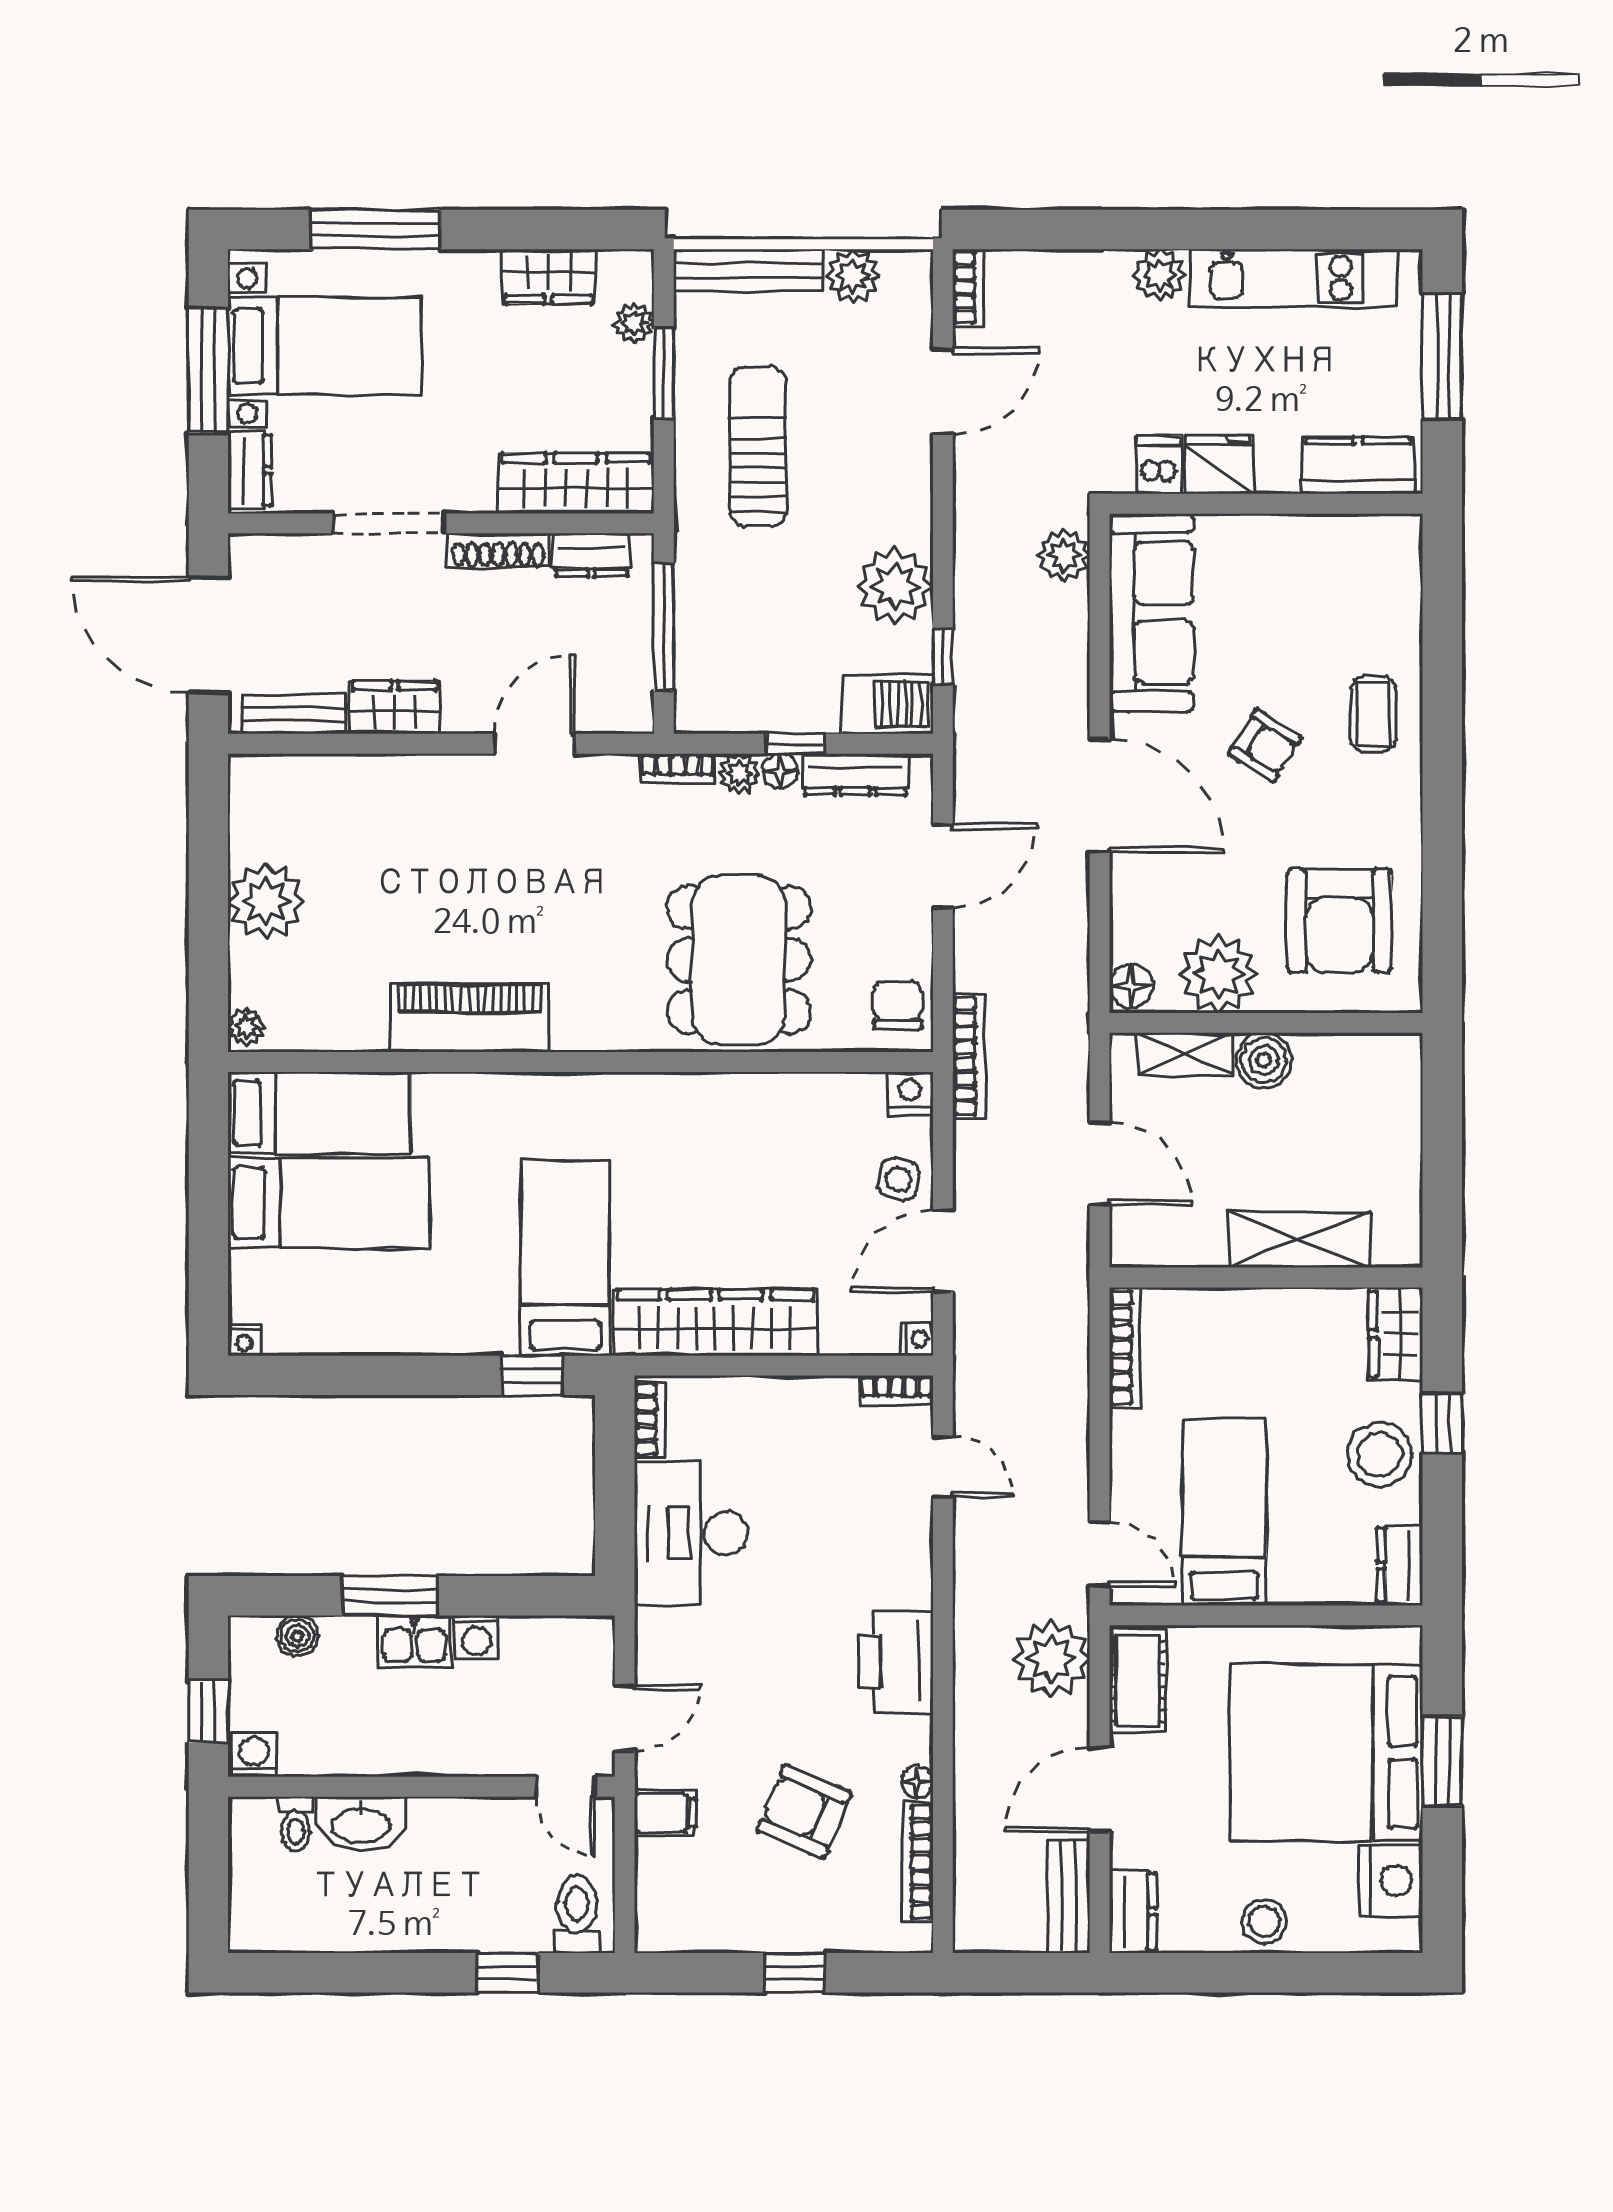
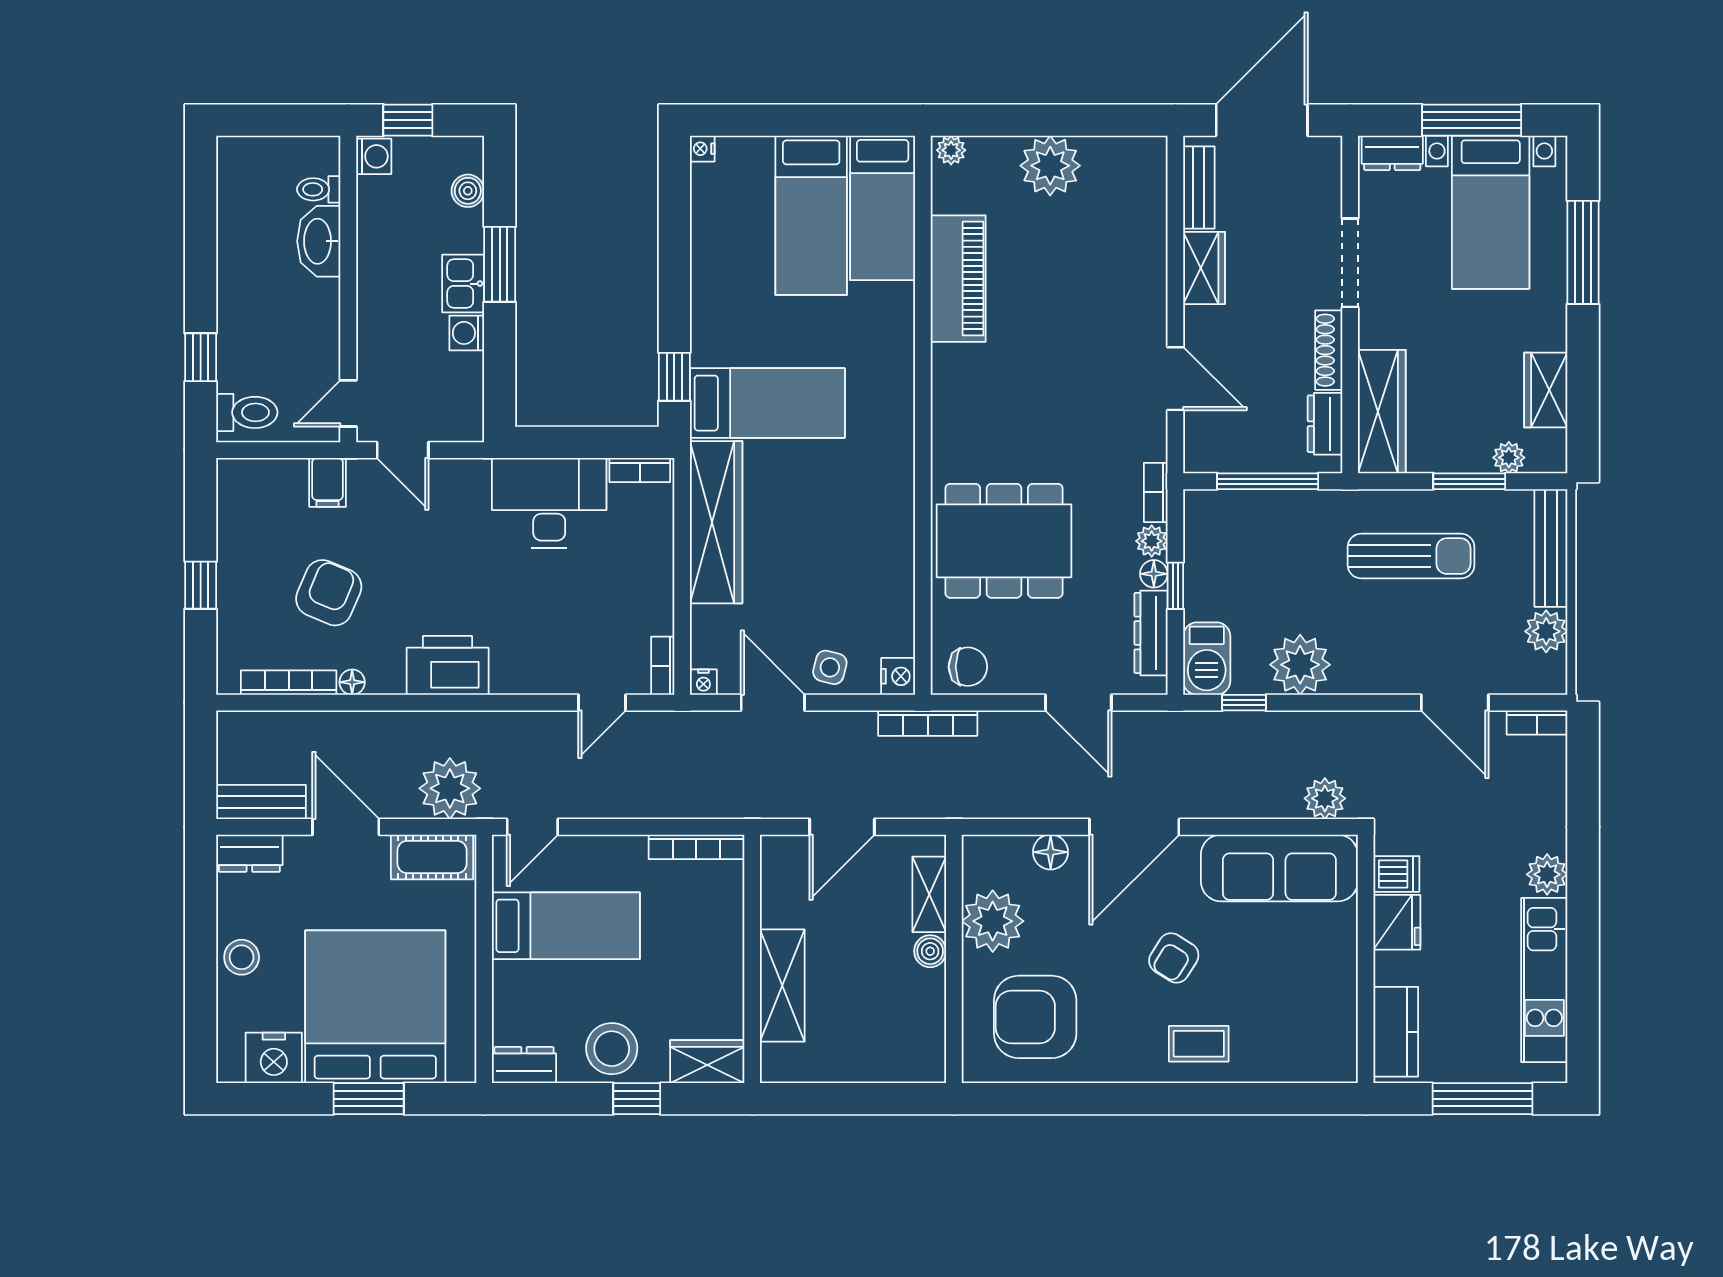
floor lamp: (1131, 986) -> (1051, 852), moved
piano: (469, 1018) -> (958, 279), moved
boiler: (1264, 1060) -> (930, 951), width x0.73, depth x0.73

